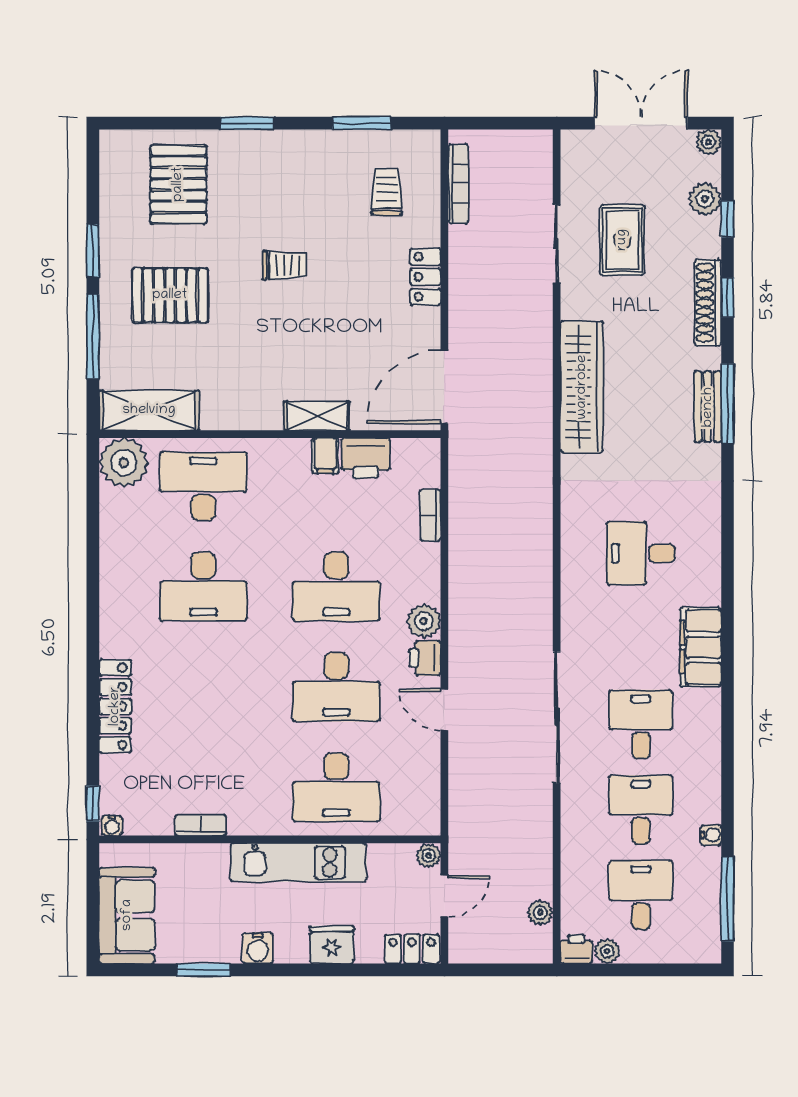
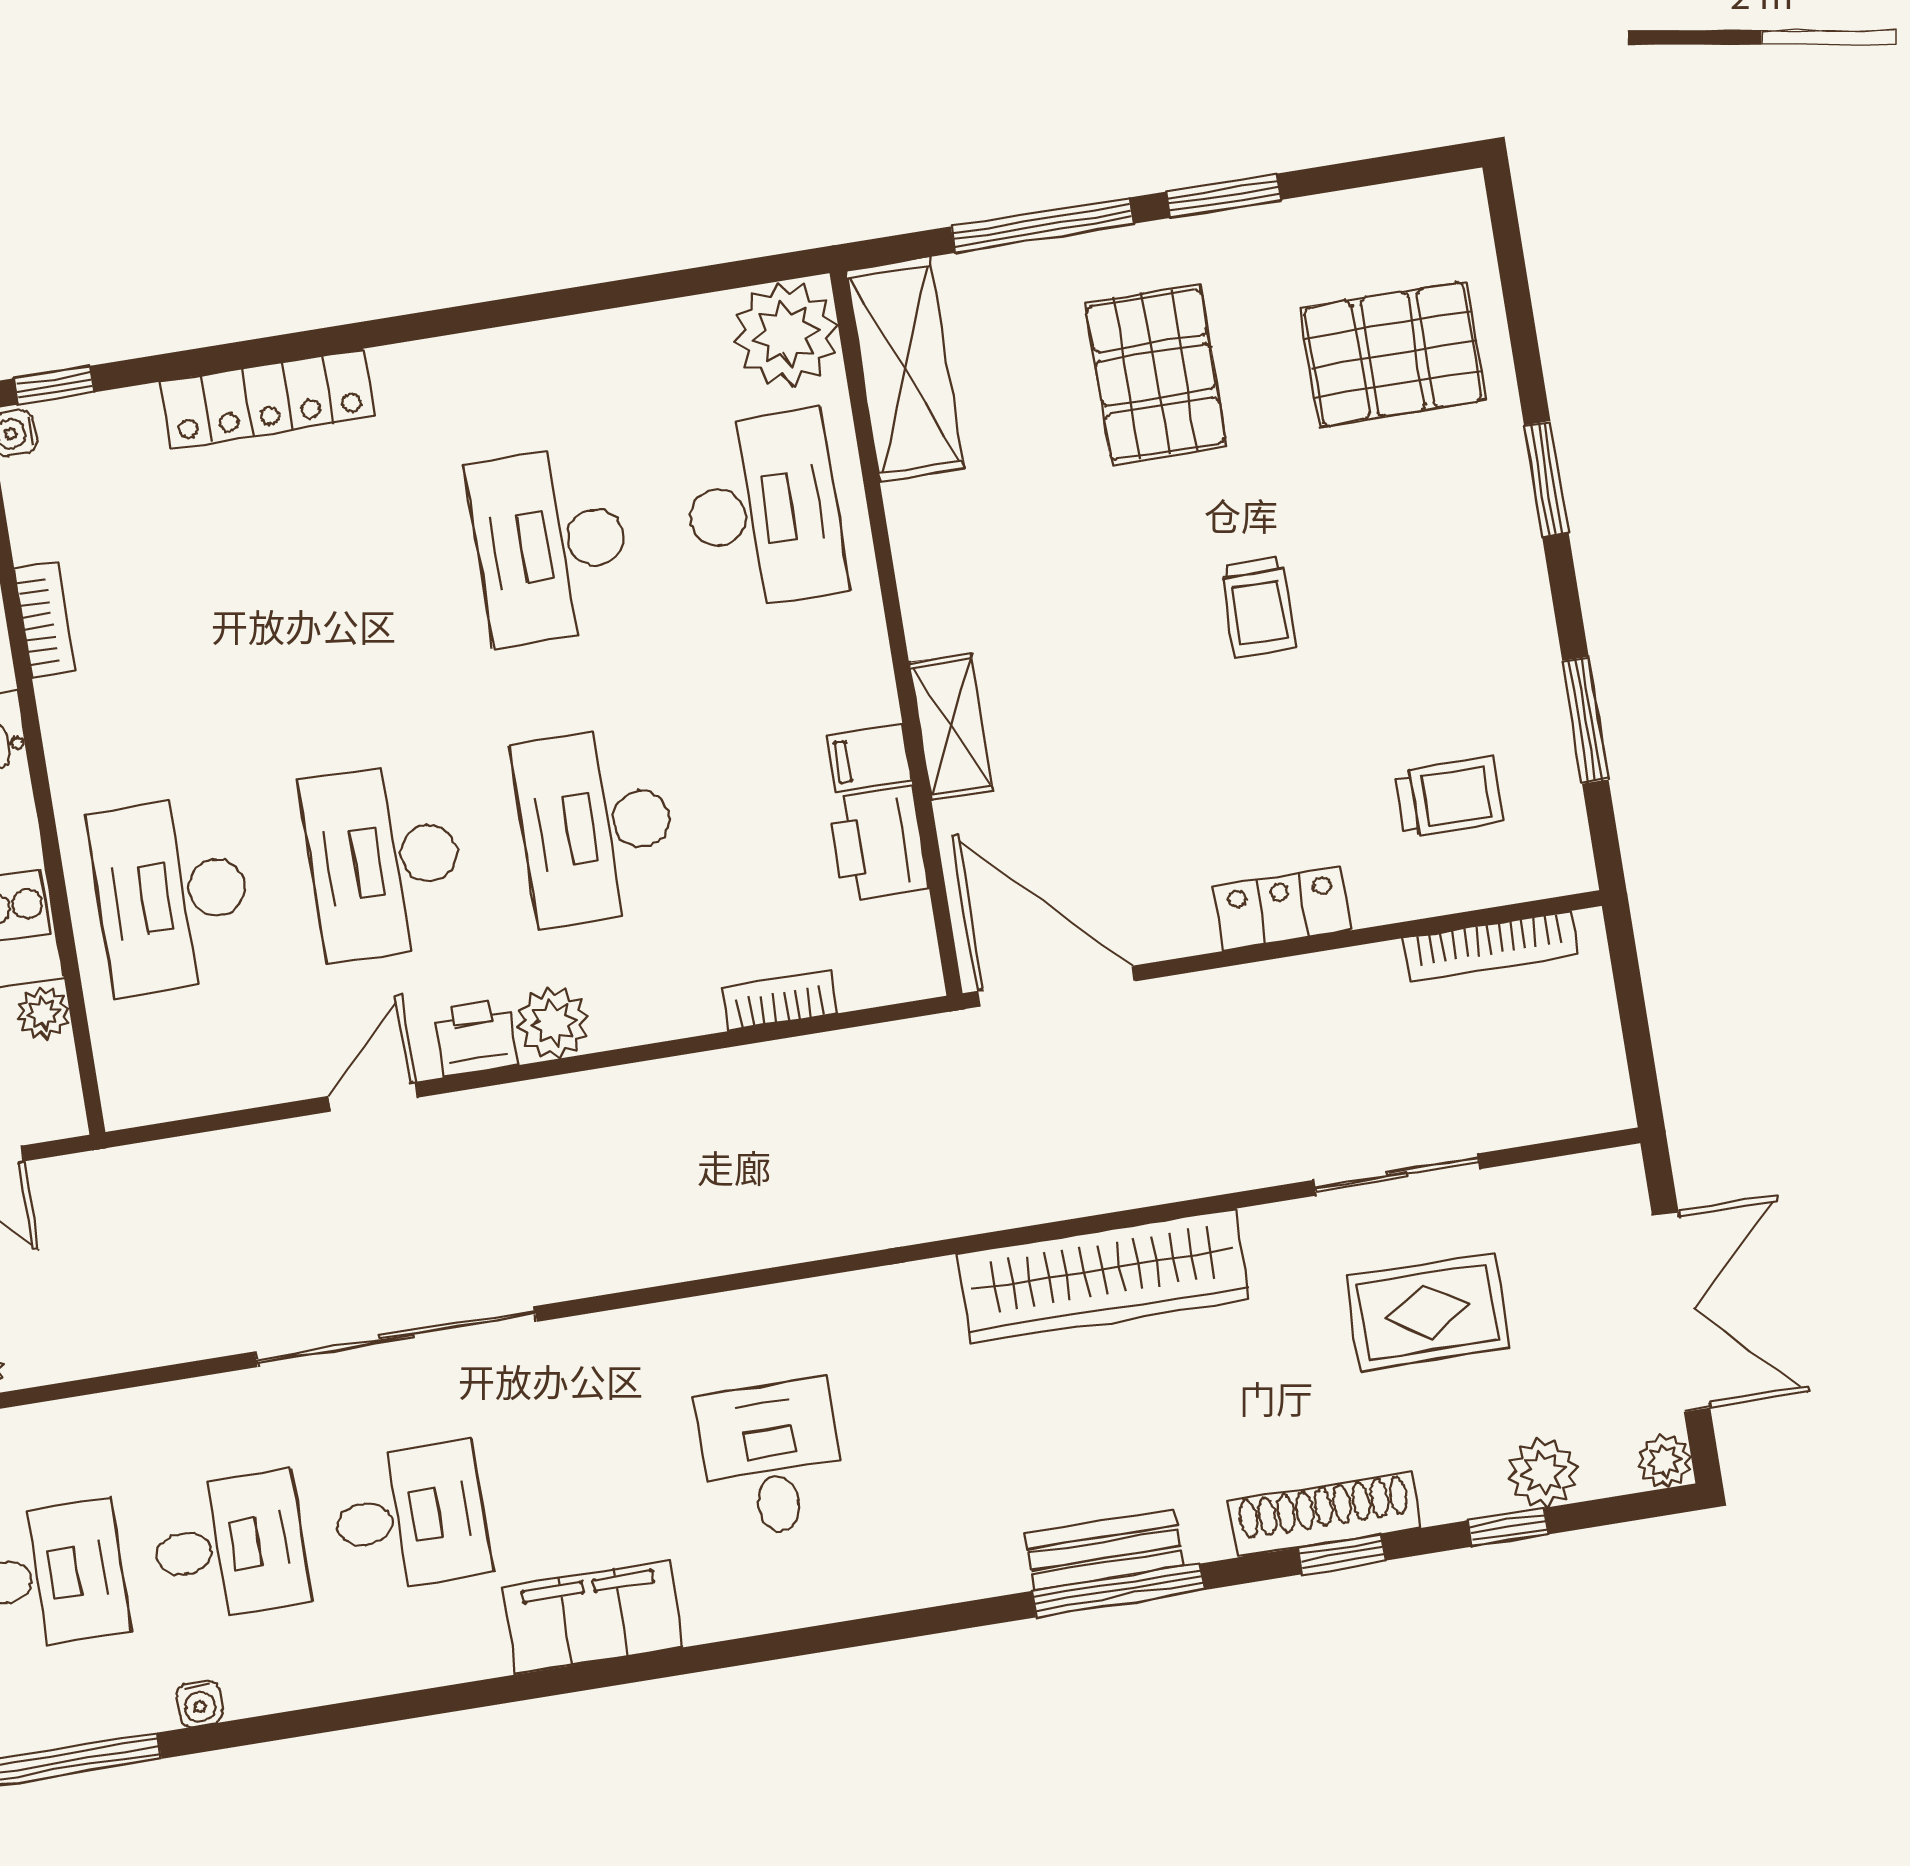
plant: (428, 855) -> (43, 1013), moved

